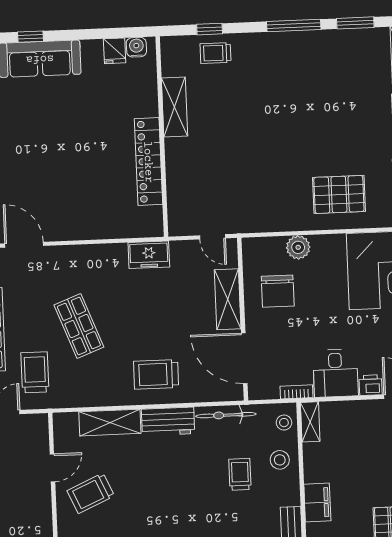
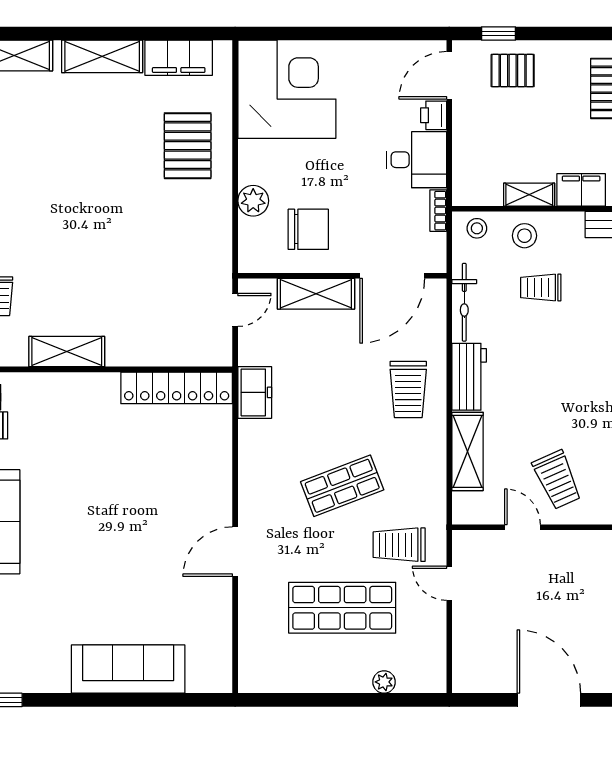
locker: (148, 162) -> (177, 388), moved
shelving: (310, 422) -> (529, 195), moved

